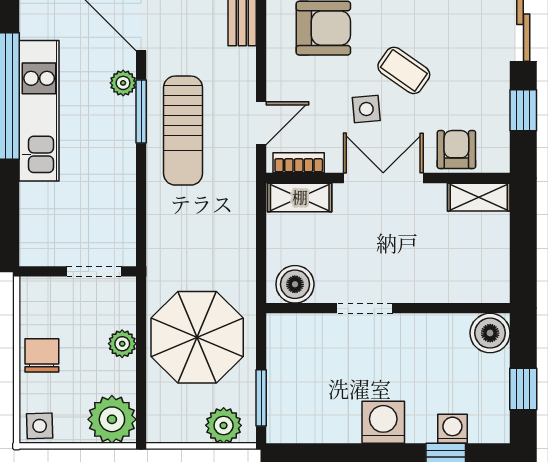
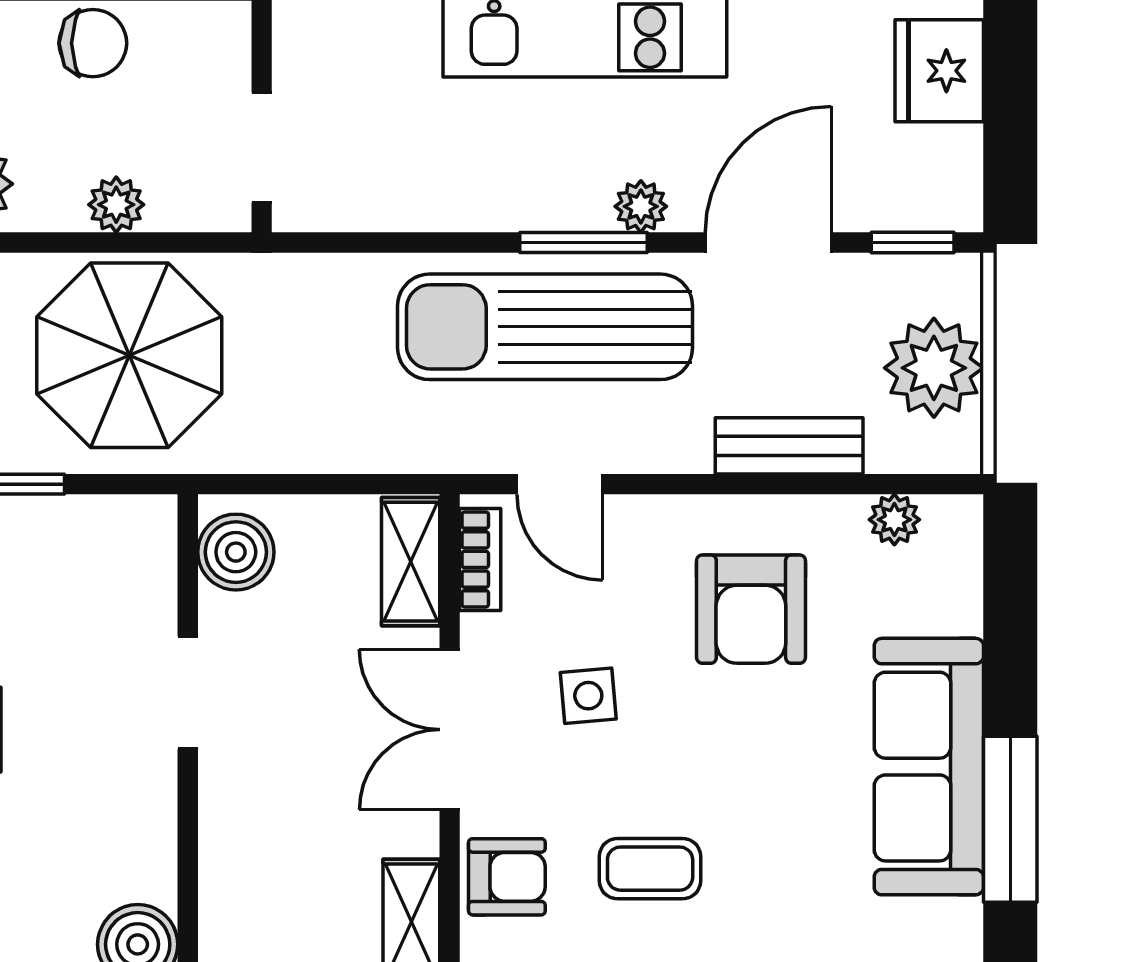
coffee table: (404, 70) -> (650, 869), moved, turned 55
sun lounger: (183, 131) -> (545, 327), width x1.36, depth x1.34
double door: (383, 178) -> (450, 730), swing flipped

